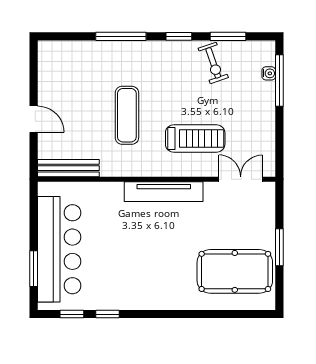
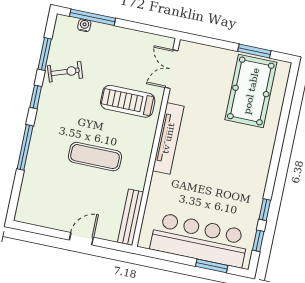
treadmill: (195, 139) -> (128, 101), turned -90
window: (279, 247) -> (254, 51), moved

